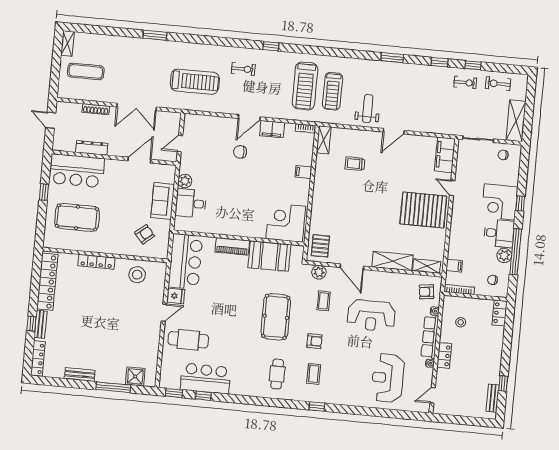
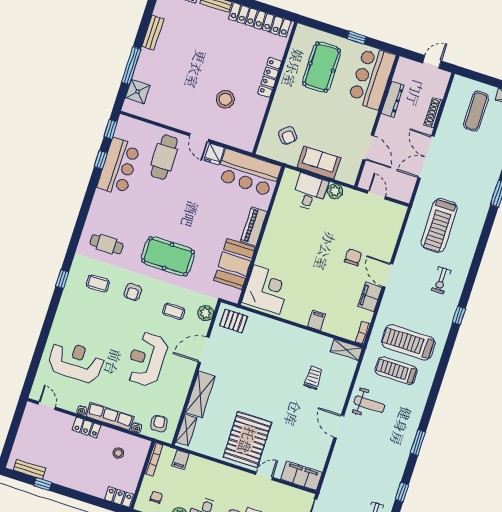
stool: (137, 275) -> (225, 99), moved

